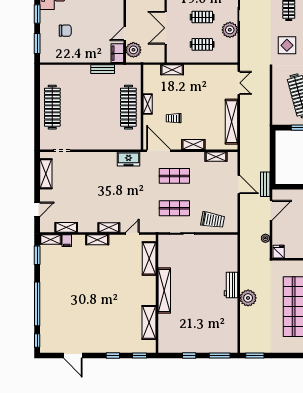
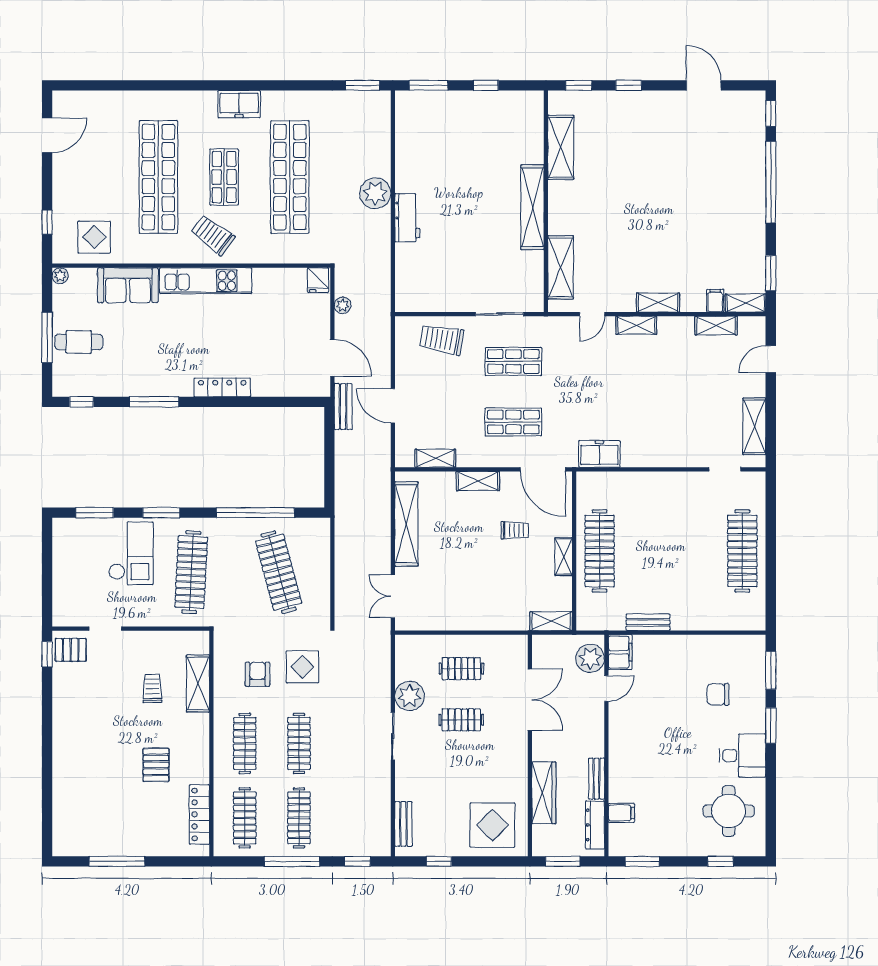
shelving: (172, 70) -> (551, 621), moved
door: (271, 210) -> (332, 358), swing flipped

